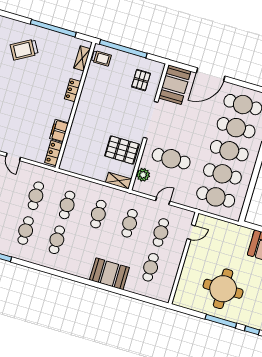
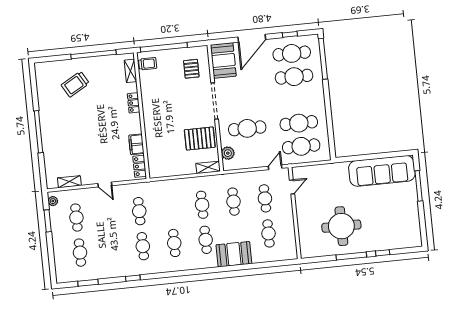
window: (248, 86) -> (290, 34), added
cafe table: (229, 151) -> (296, 100), removed
door: (163, 201) -> (275, 167), moved
cafe table: (67, 205) -> (206, 240), moved

